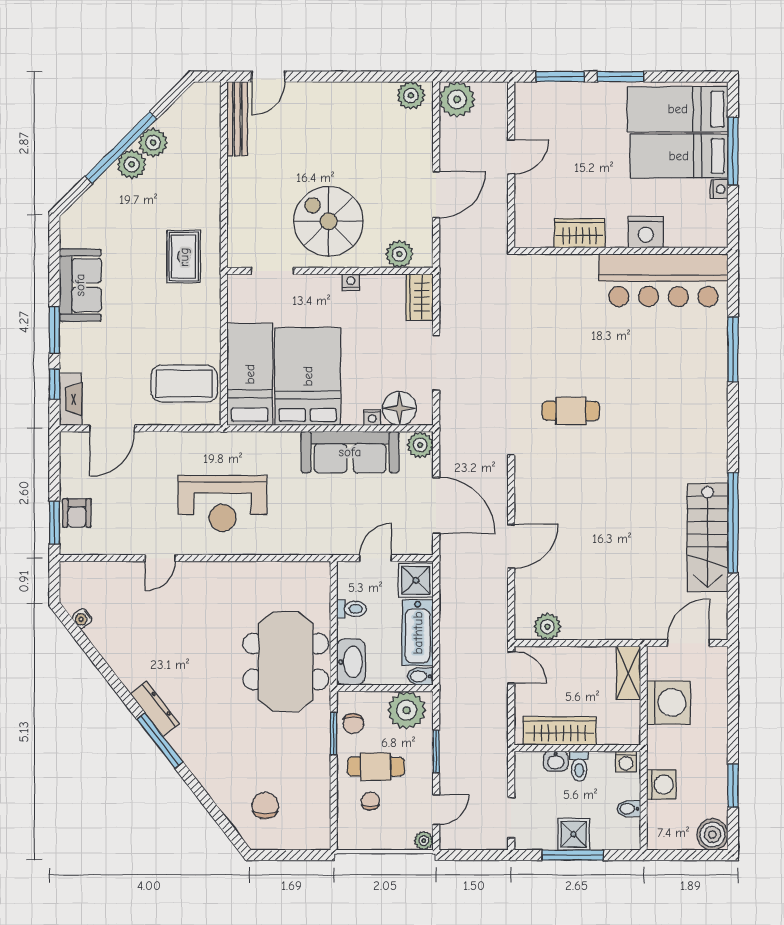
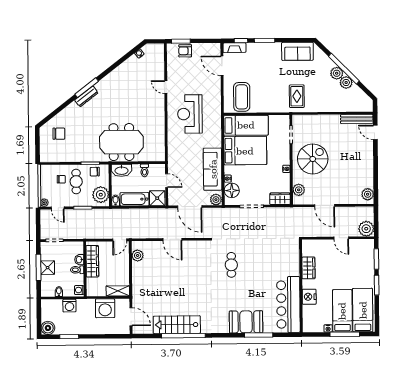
plant: (457, 99) -> (366, 229), moved
rug: (184, 257) -> (297, 96), turned 90
sofa: (80, 285) -> (297, 51), moved
booth: (702, 378) -> (246, 322), added
door: (436, 505) -> (190, 207), hinge flipped
dresser: (155, 709) -> (86, 96), moved

